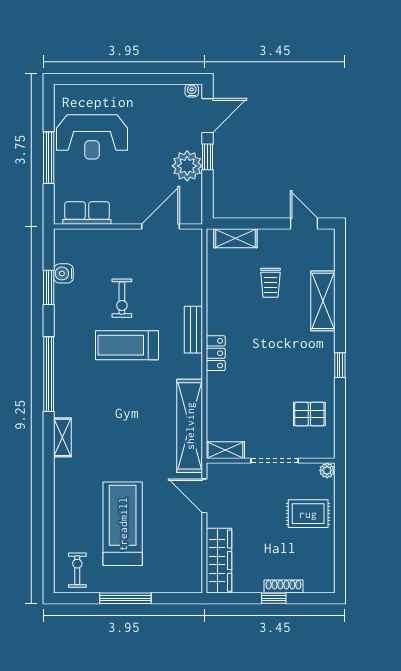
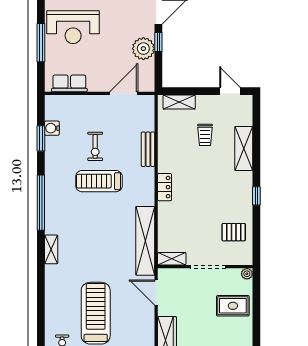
bench: (193, 330) -> (148, 149), moved

